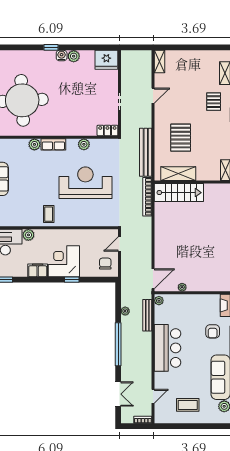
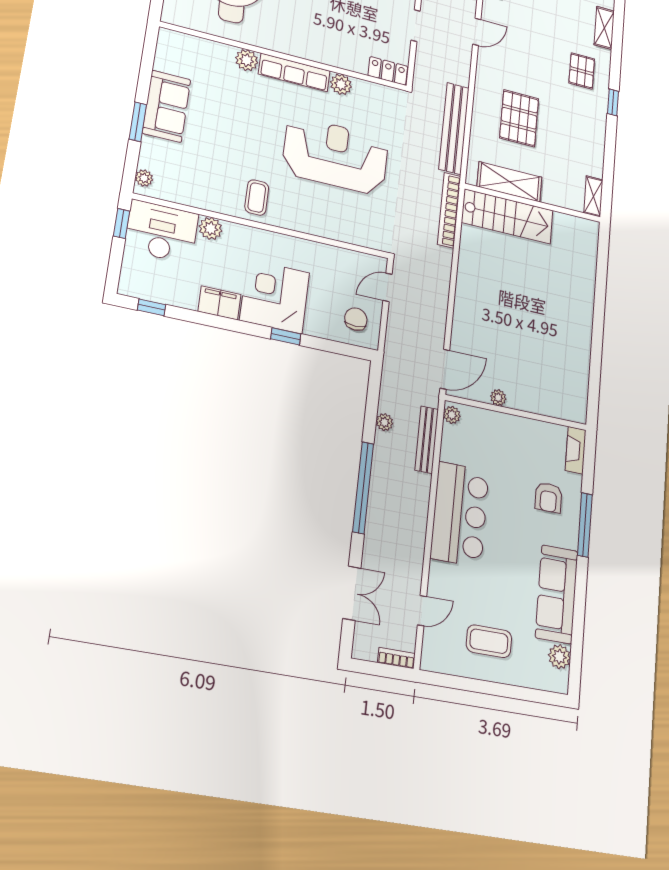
row of seats: (53, 144) -> (294, 72), width x1.48

